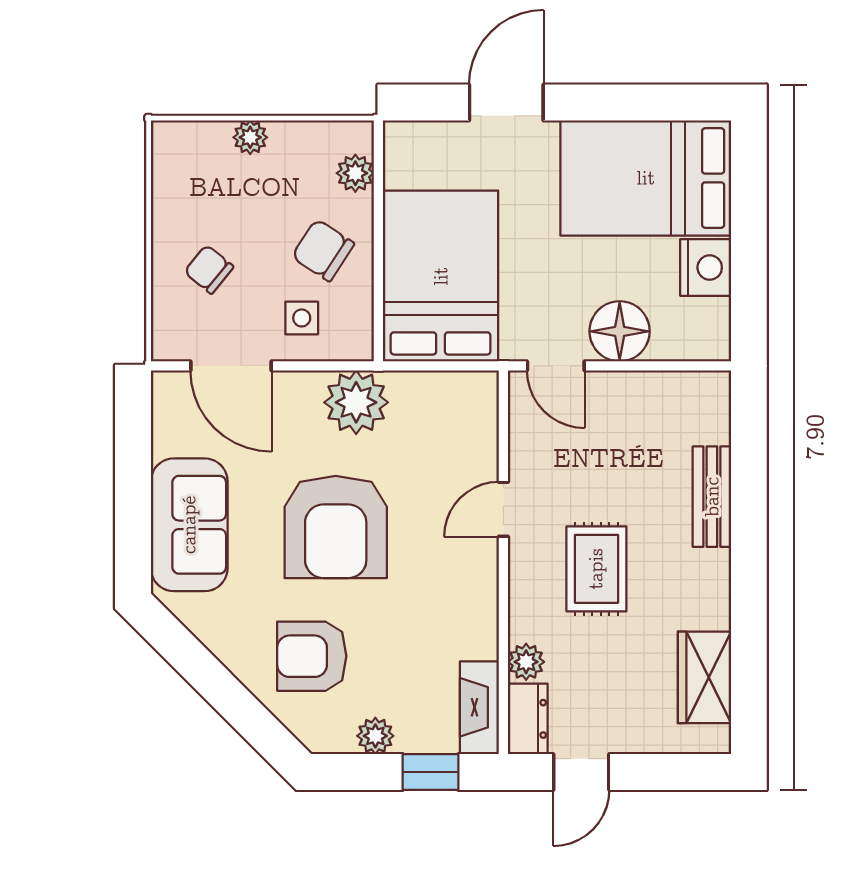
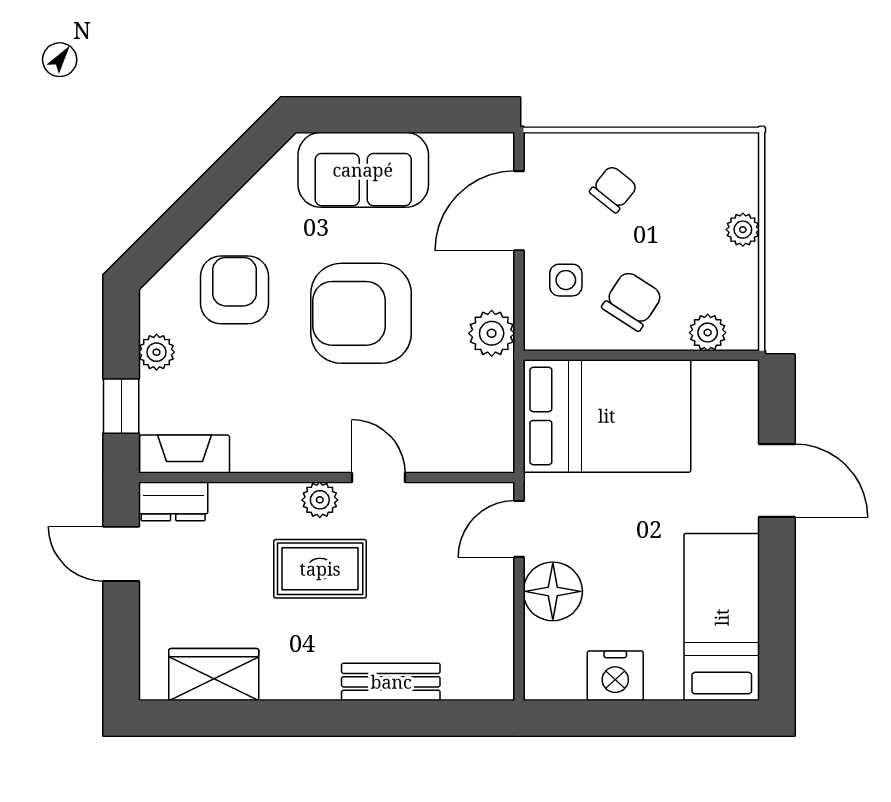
bed: (646, 178) -> (722, 617), width x0.67
plant: (356, 402) -> (492, 333), width x0.73, depth x0.73
plant: (526, 662) -> (320, 500), moved

